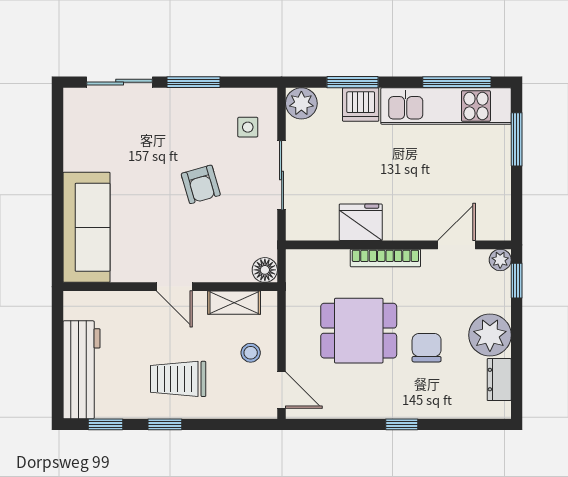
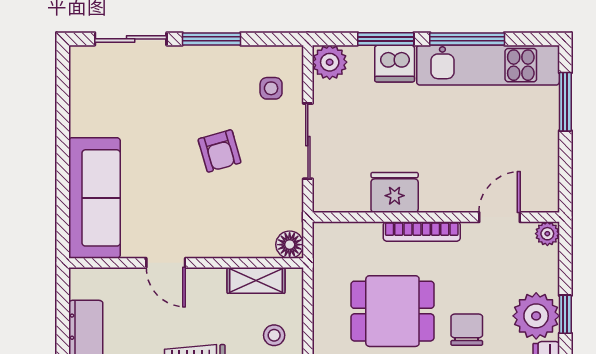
window: (457, 82) -> (467, 39), moved
window: (517, 281) -> (565, 314), moved
door: (174, 287) -> (166, 263), moved

